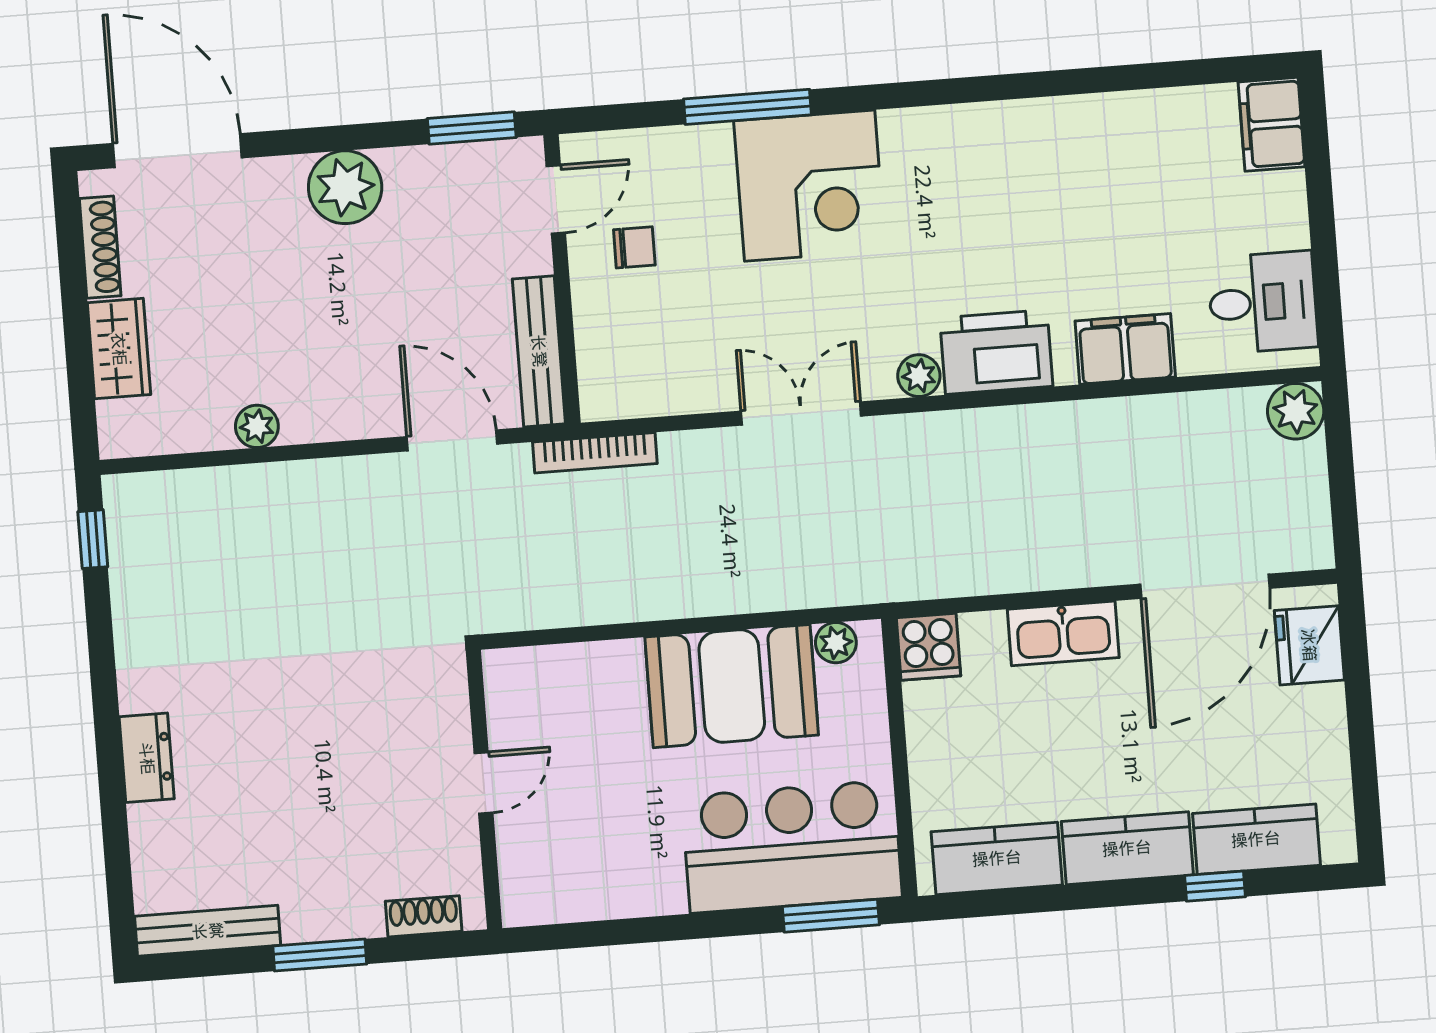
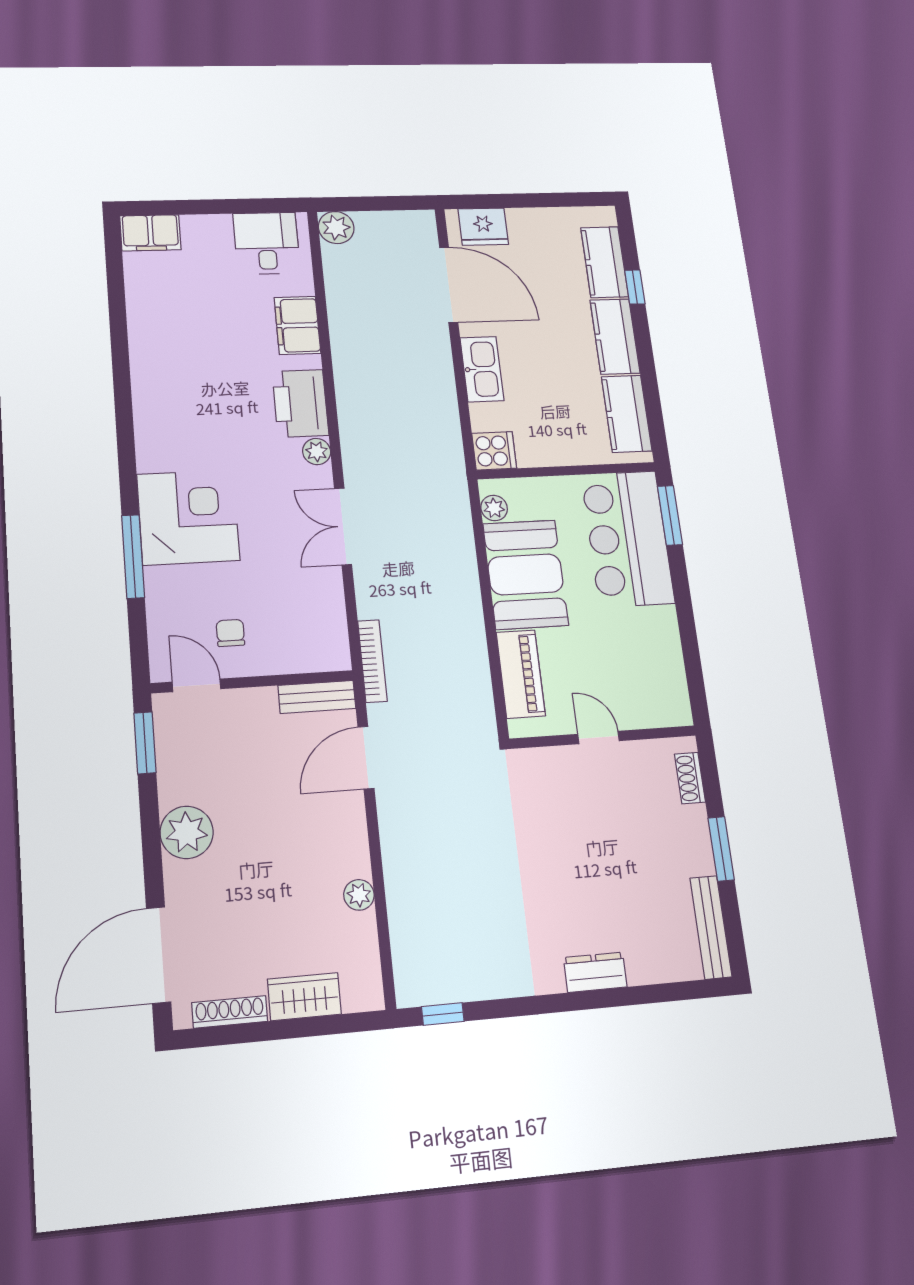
bench: (539, 351) -> (317, 697), width x0.73
piano: (578, 671) -> (521, 674), added

